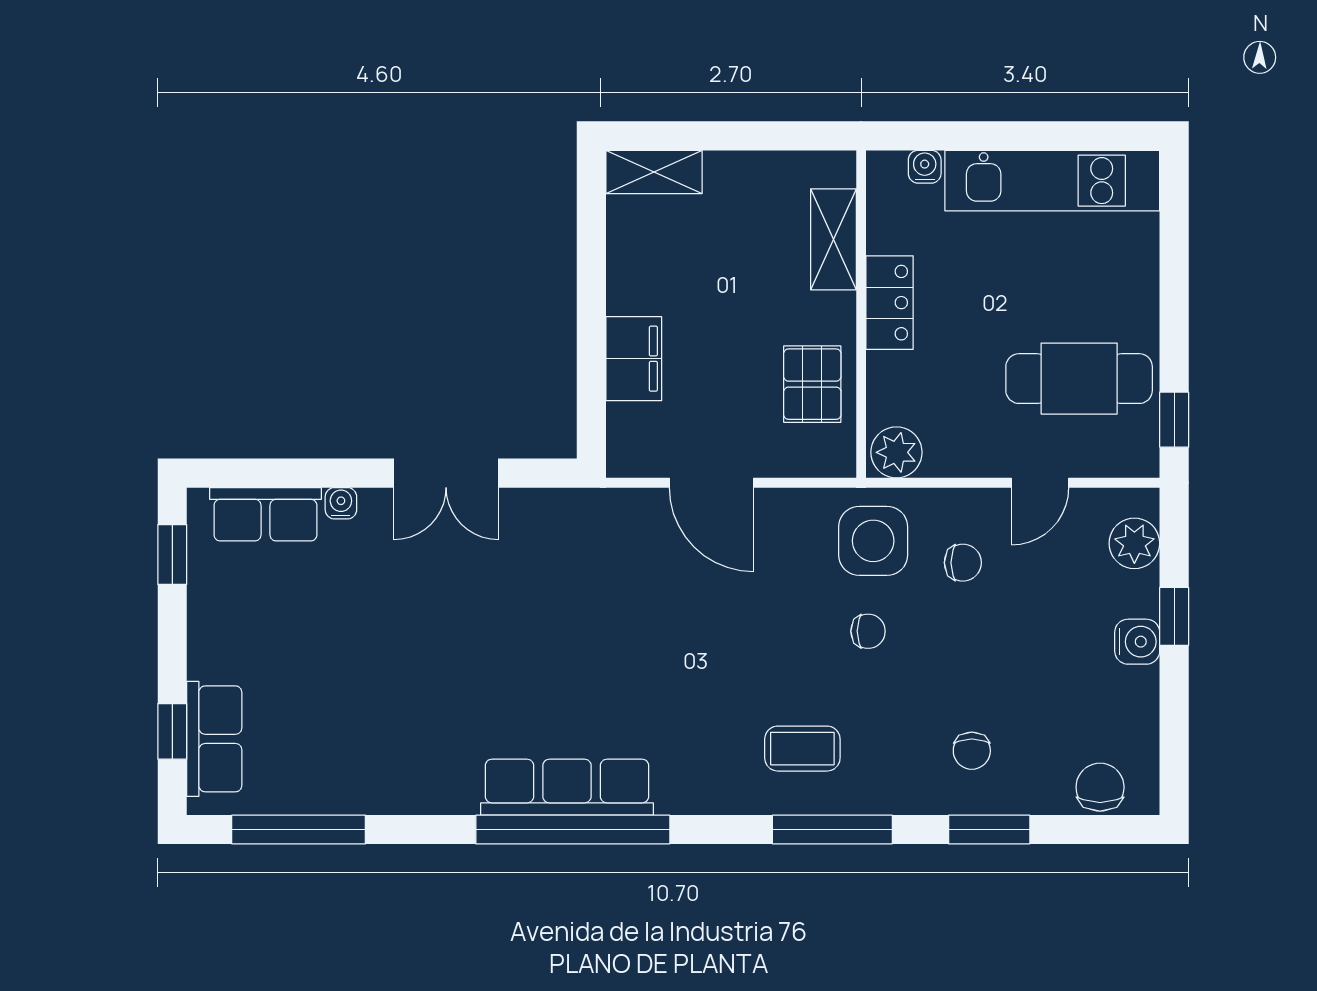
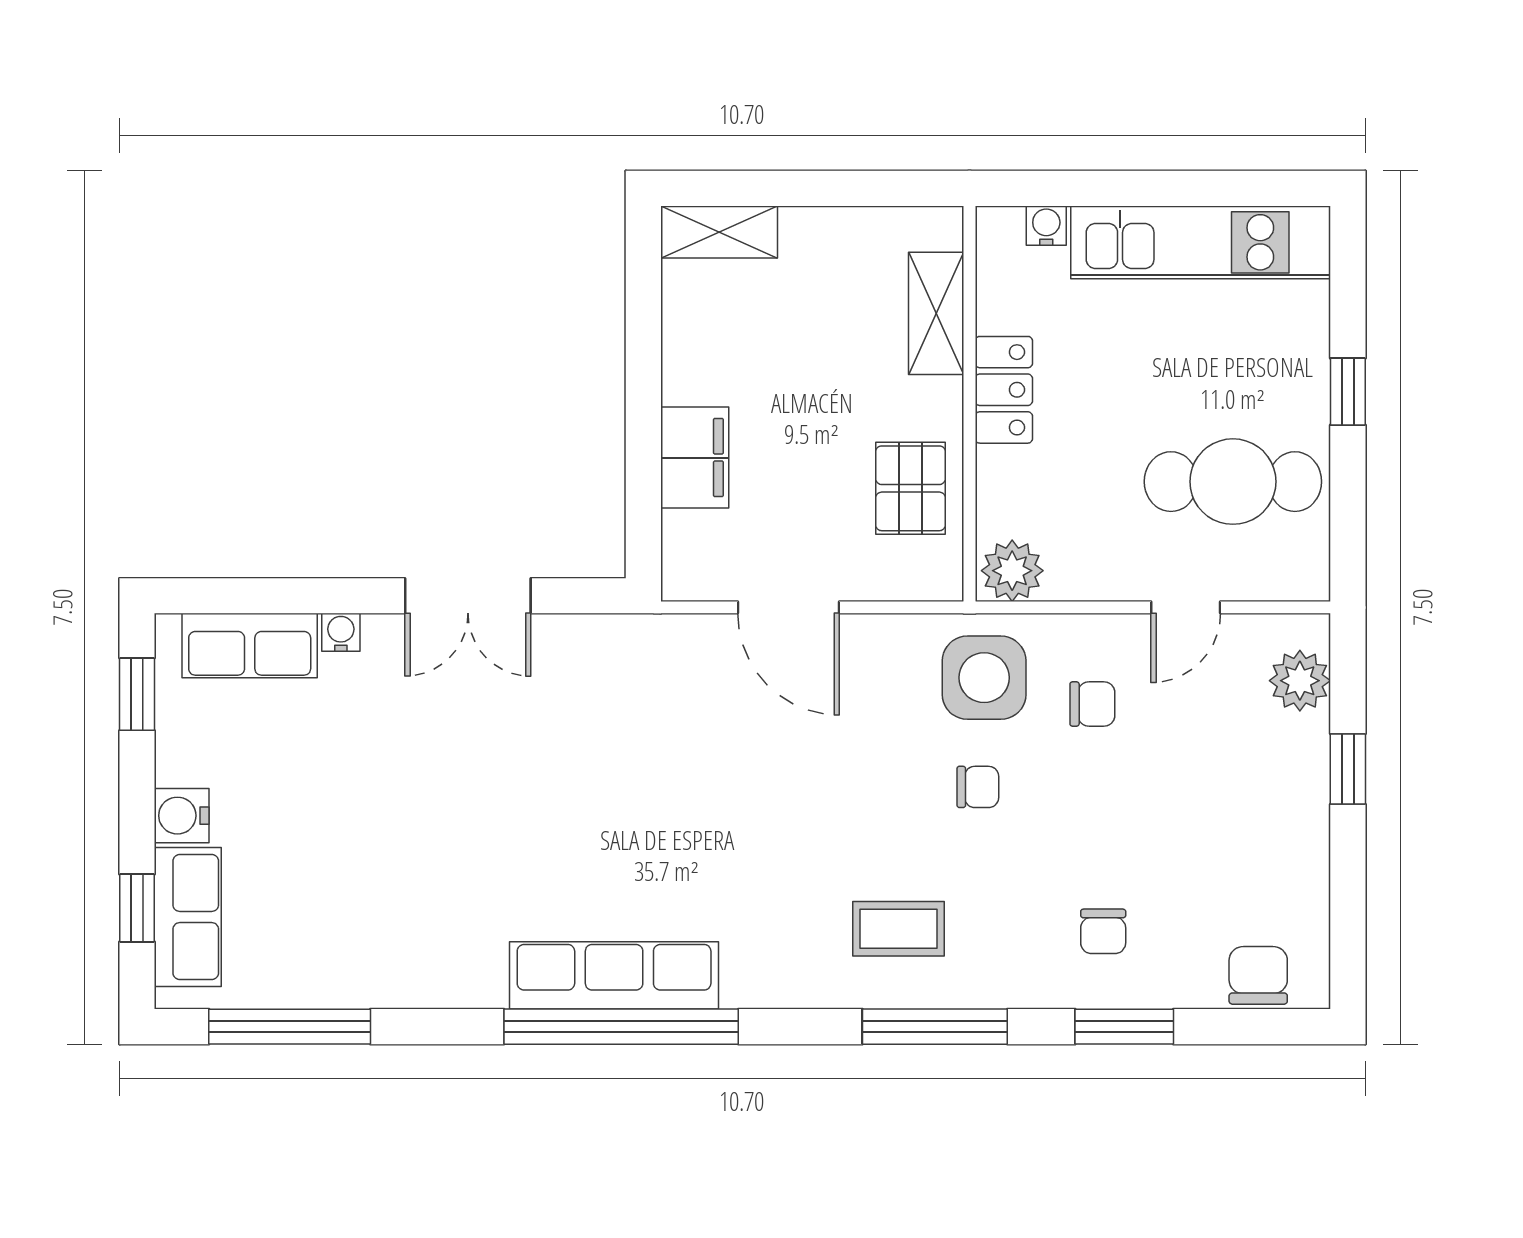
window: (1174, 420) -> (1348, 392), moved
water cooler: (1137, 642) -> (182, 816), moved, turned 180

